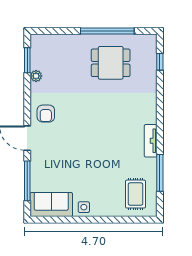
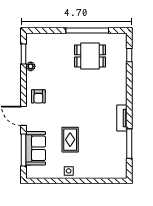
rug: (136, 194) -> (70, 140), moved
sofa: (51, 204) -> (36, 148), moved, turned 90

